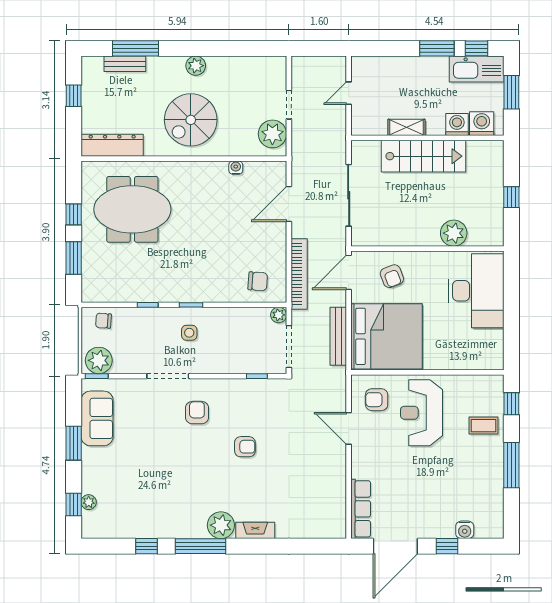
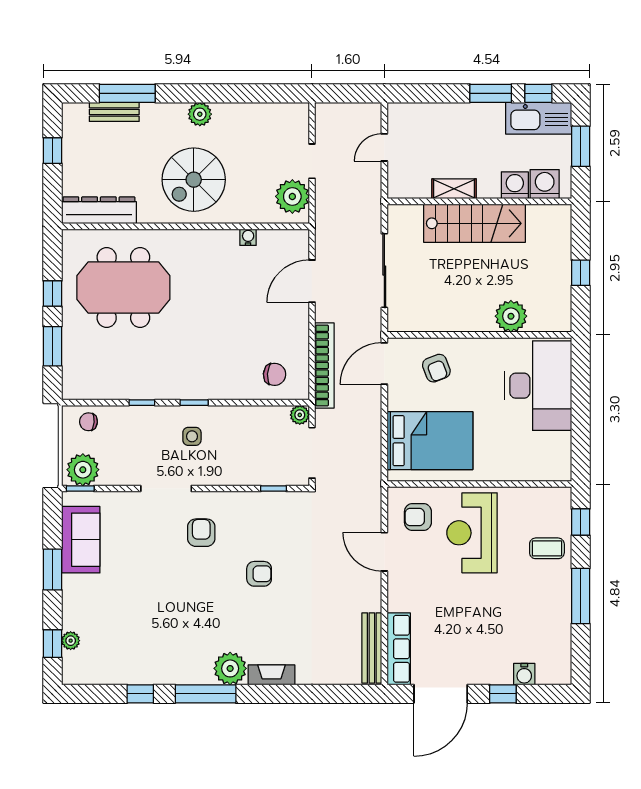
bench: (338, 336) -> (372, 648), moved
bed: (387, 336) -> (430, 441), width x0.73

